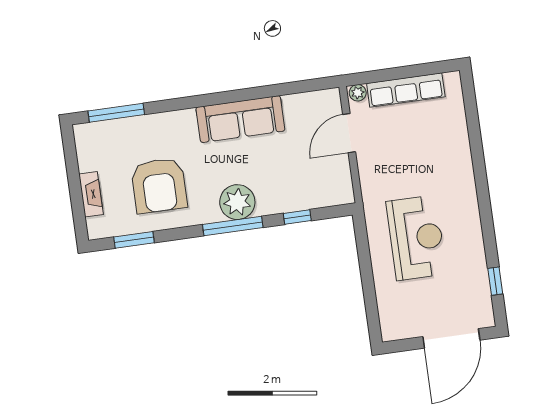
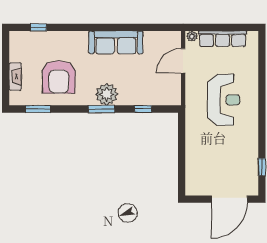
window: (116, 113) -> (38, 27), width x0.46
window: (233, 226) -> (102, 109), width x0.69
reception desk: (416, 238) -> (224, 100), moved

